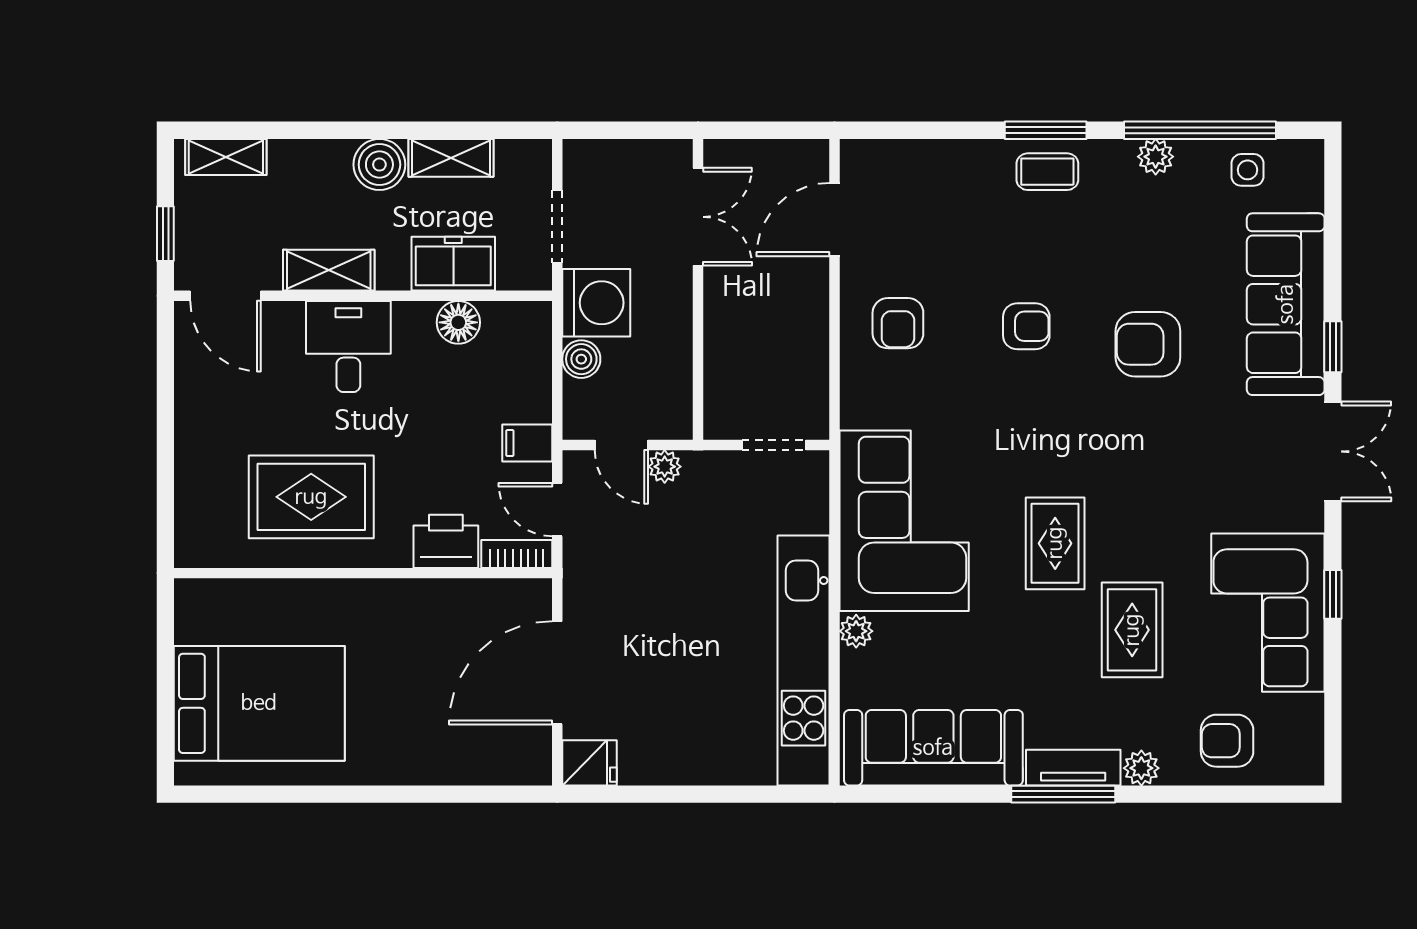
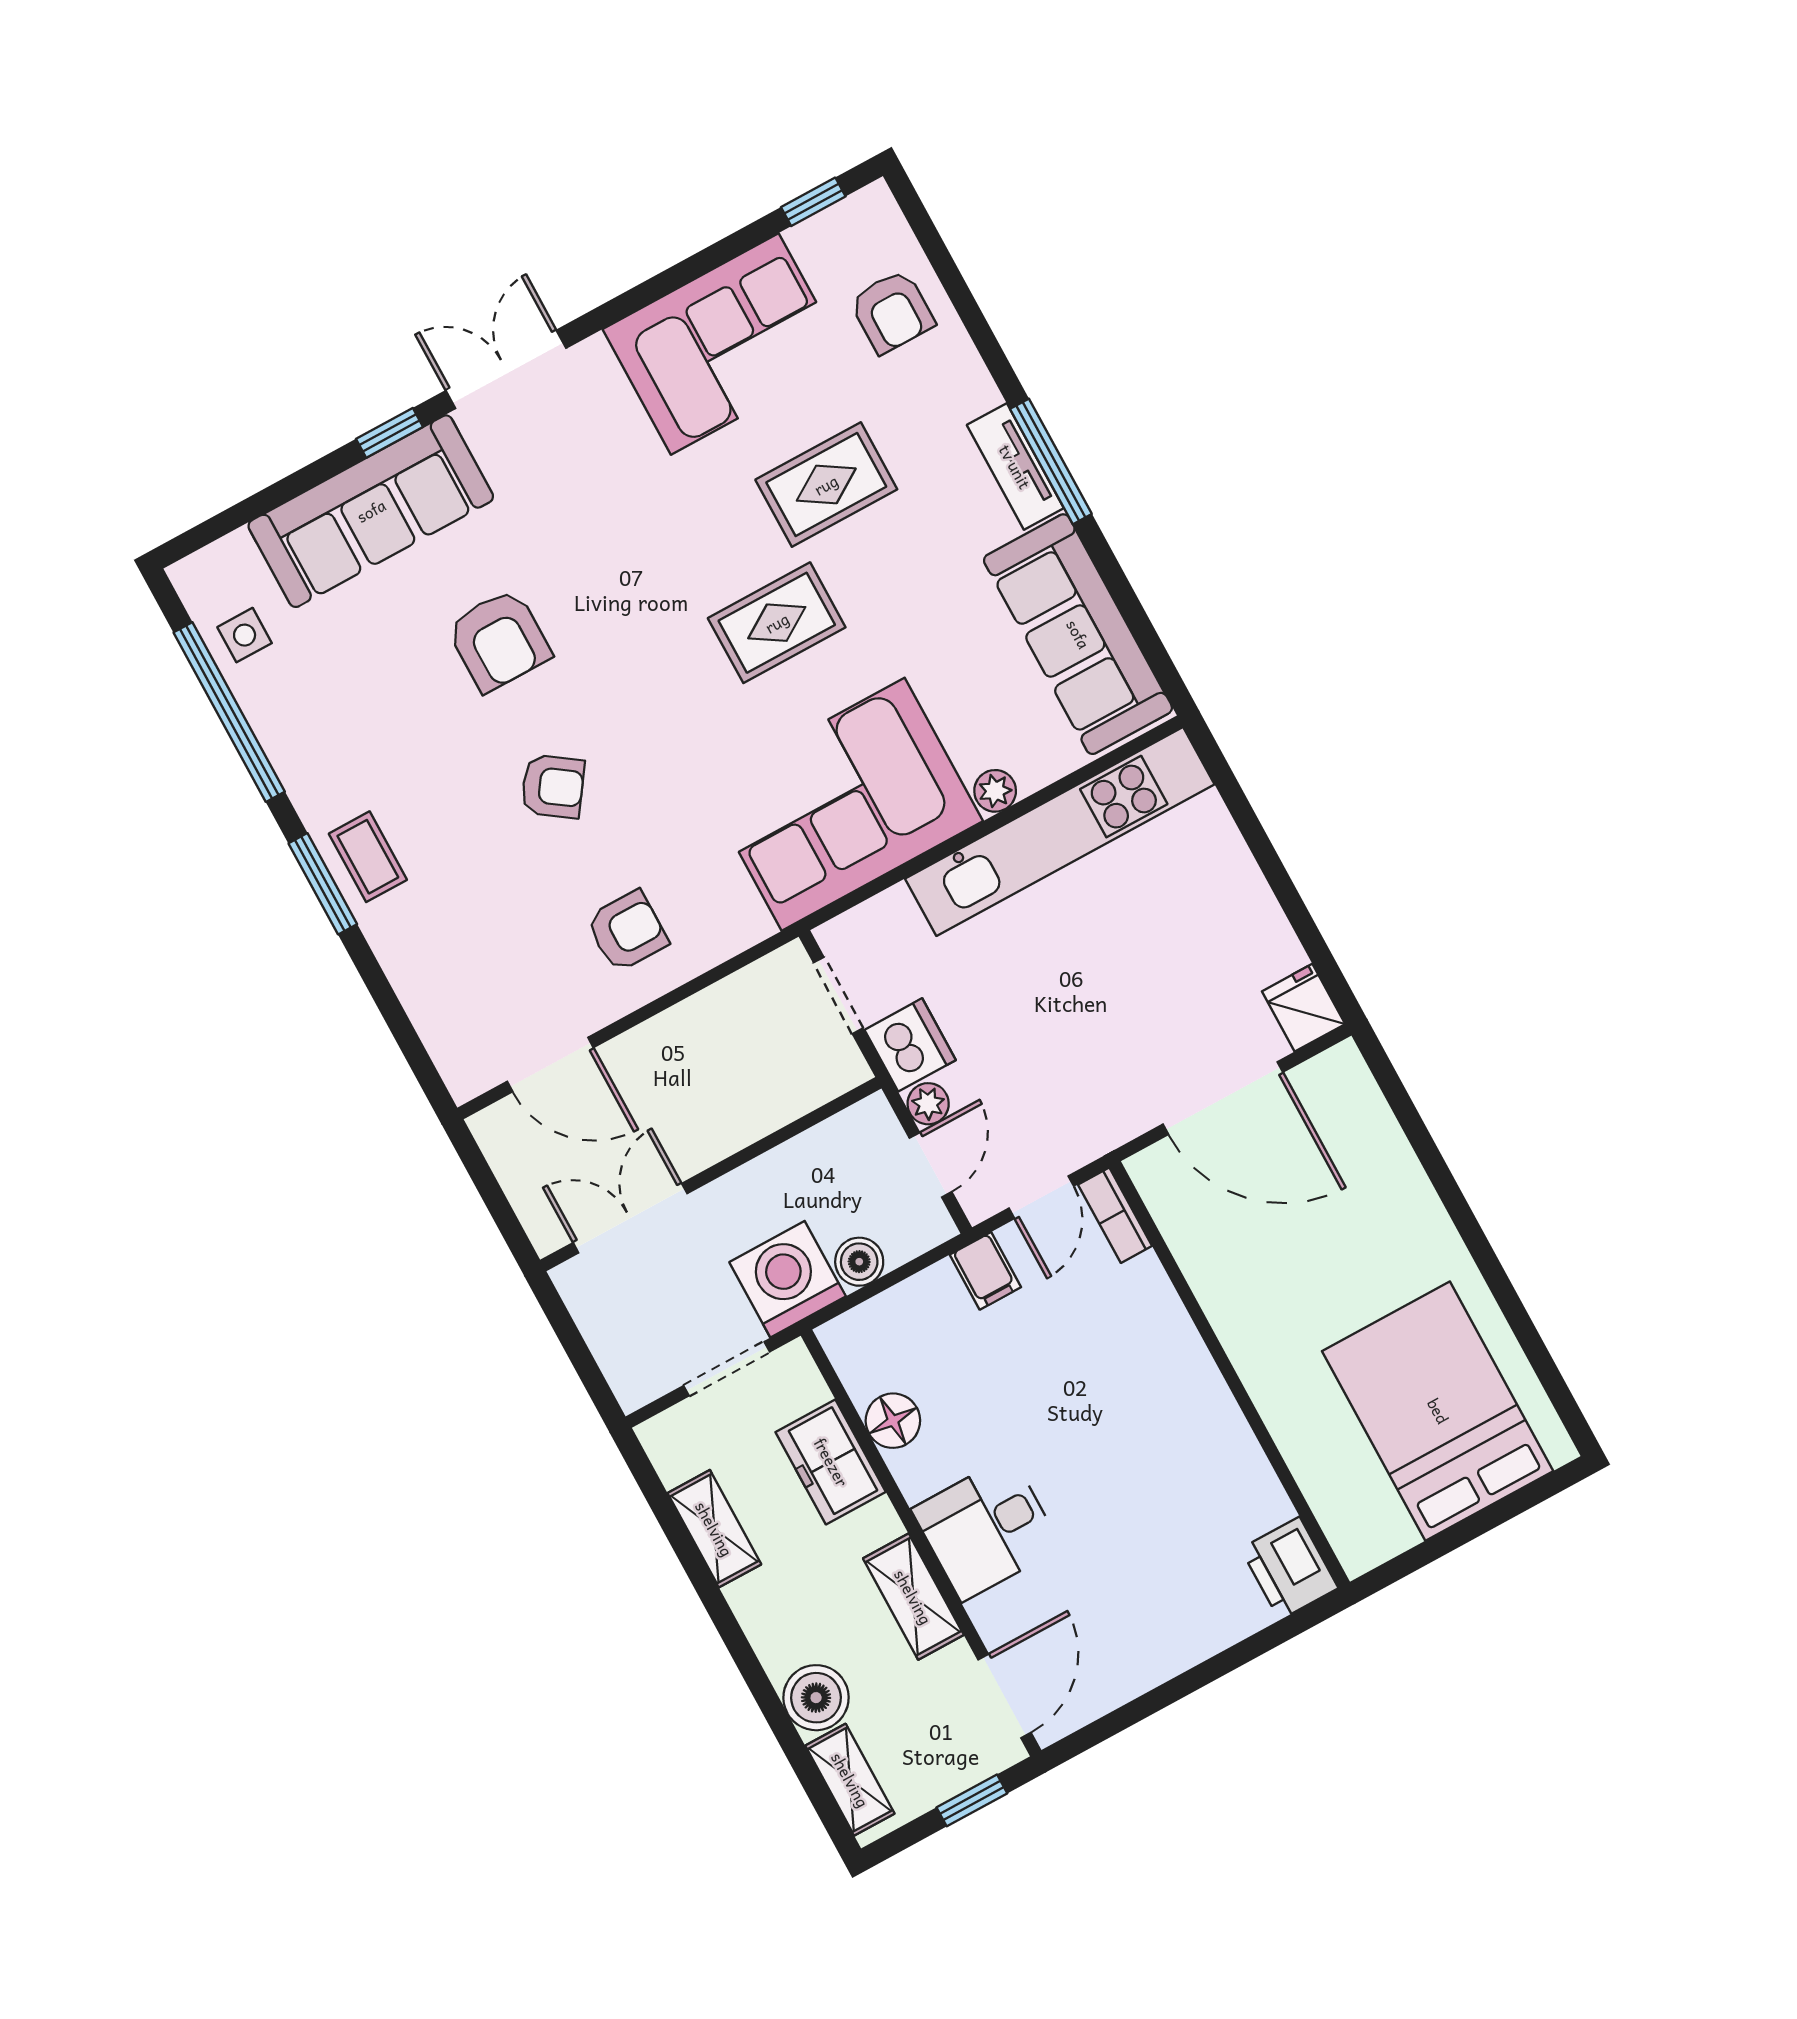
plant: (1156, 157) -> (286, 745), removed
boiler: (379, 165) -> (816, 1698), moved
armchair: (1026, 326) -> (553, 786), turned 125
dishwasher: (712, 476) -> (910, 1045), added
rug: (311, 497) -> (1176, 1479), removed
printer: (446, 541) -> (1289, 1568), moved
window: (1333, 594) -> (813, 202), moved
plant: (1141, 768) -> (974, 390), removed

